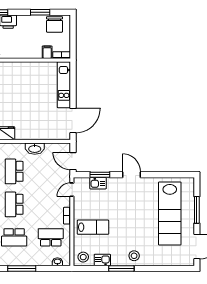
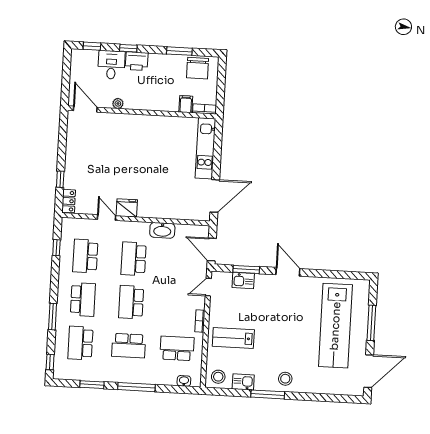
lab bench: (93, 227) -> (233, 338), turned 180

